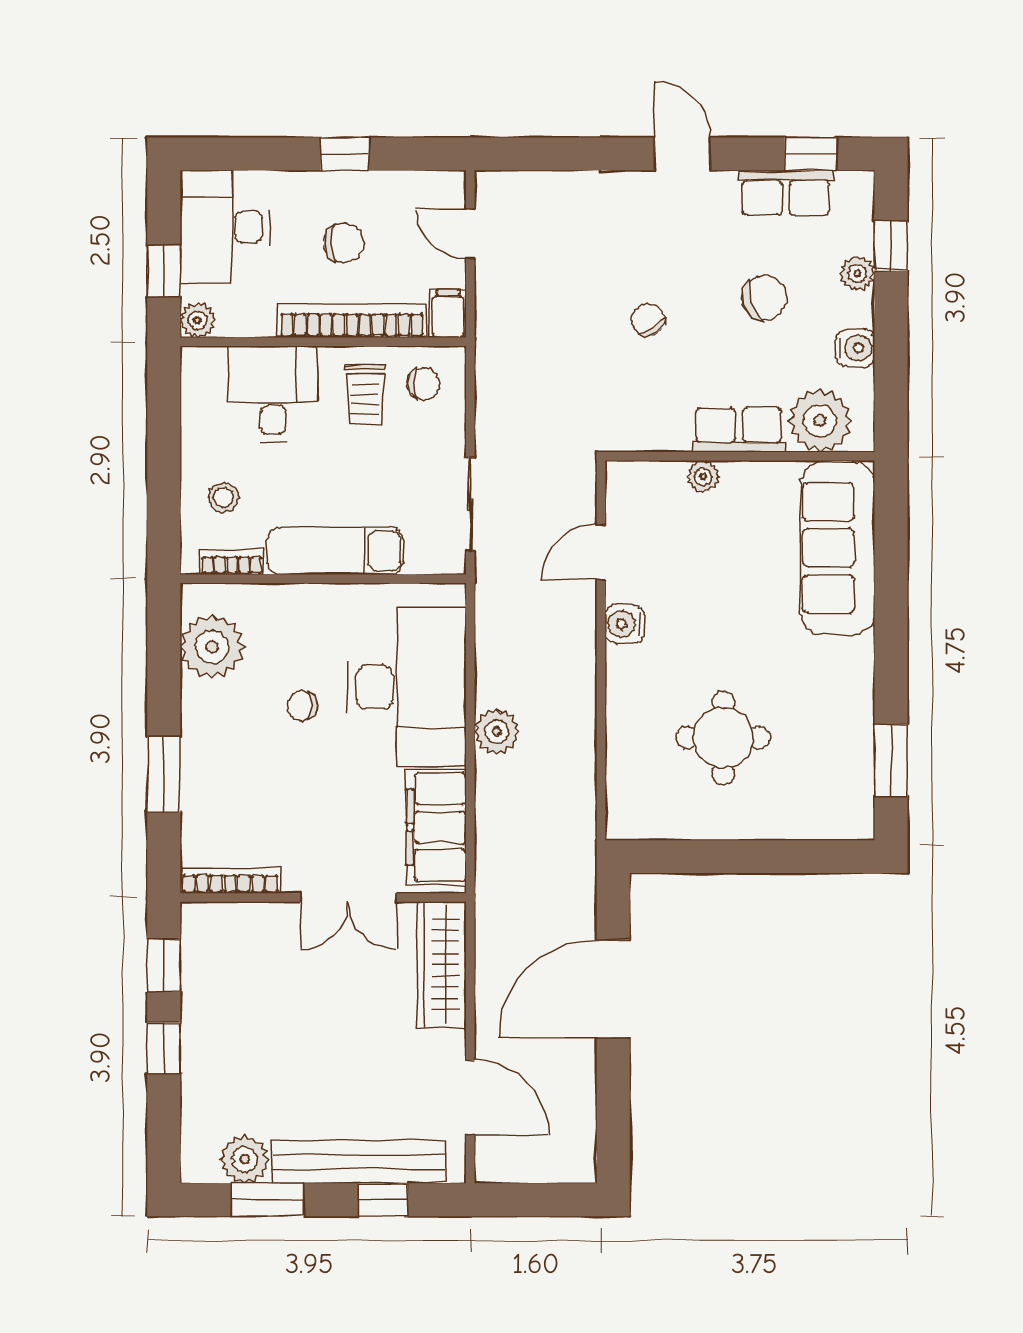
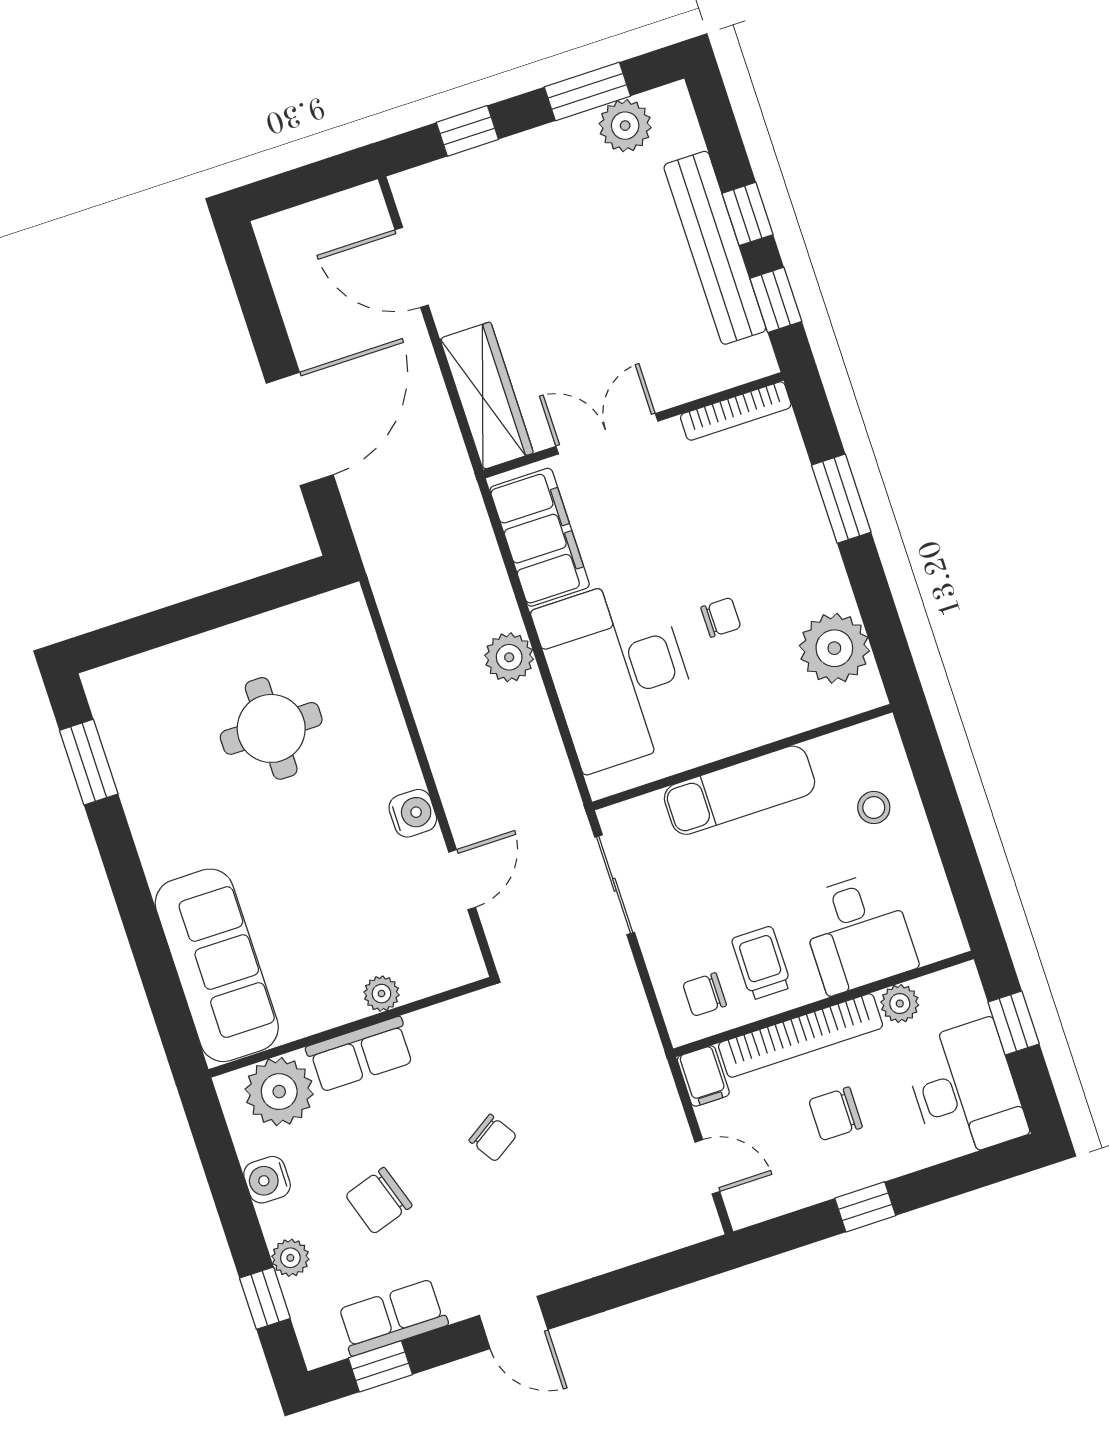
plant: (198, 320) -> (900, 1004), moved
bookcase: (232, 562) -> (843, 743), removed
bench: (359, 1162) -> (715, 248), moved, turned 90

